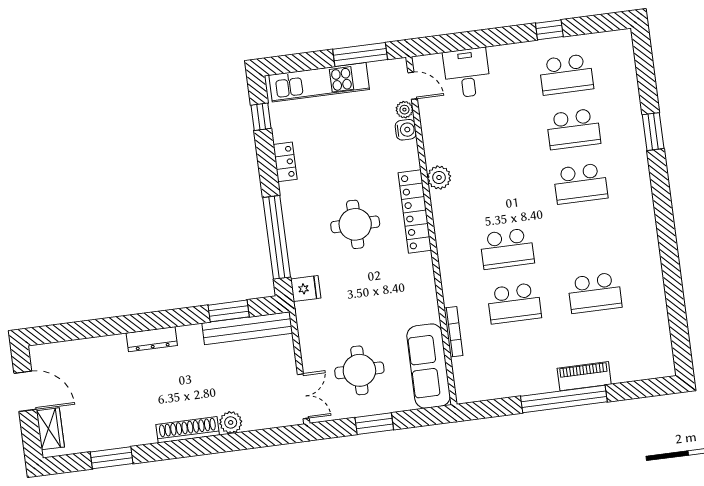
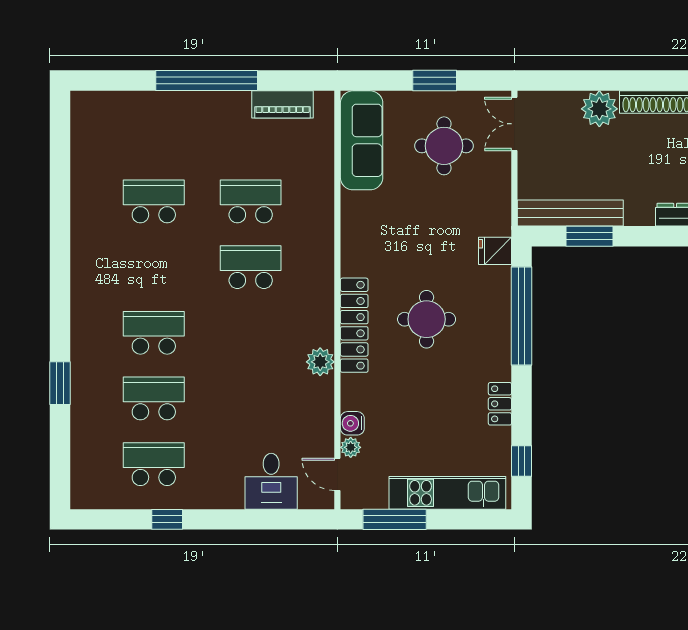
bookcase: (453, 332) -> (327, 177), removed
piano: (584, 376) -> (283, 104), moved
plant: (231, 422) -> (599, 109), width x1.36, depth x1.36

